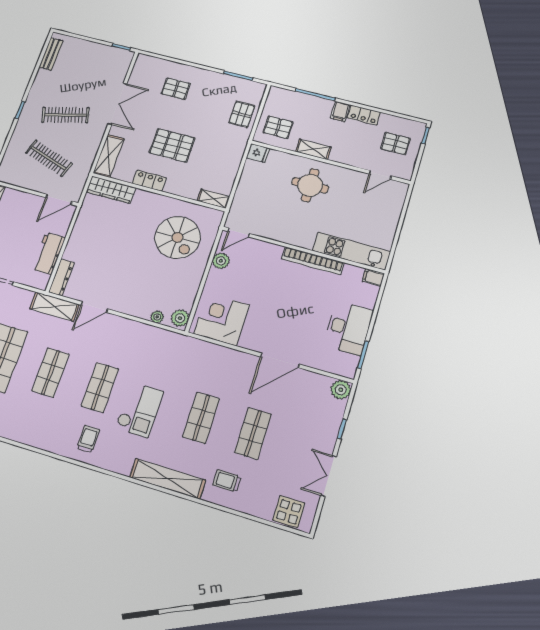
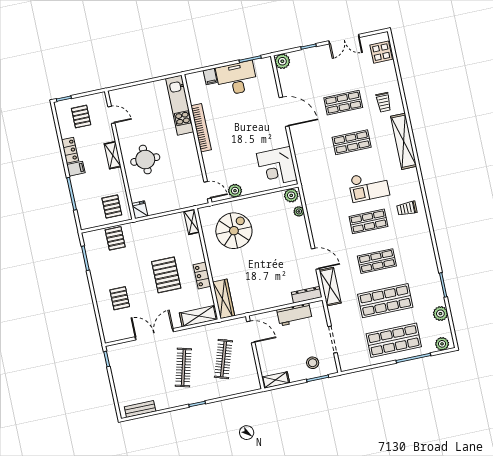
pallet: (242, 114) -> (115, 238), turned 90
clothes rail: (65, 115) -> (183, 367), turned 30
shelving: (313, 149) -> (113, 155), moved
filing cabinet: (373, 277) -> (210, 76), moved
checkout: (139, 410) -> (369, 186), turned 180

